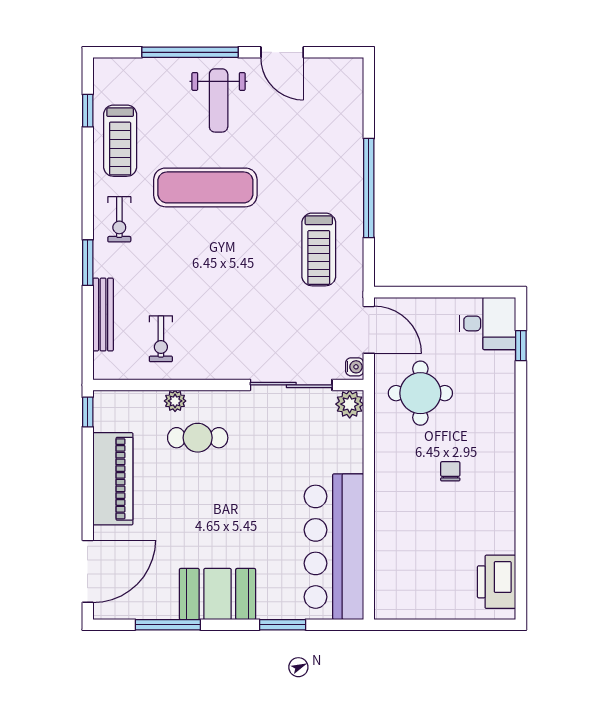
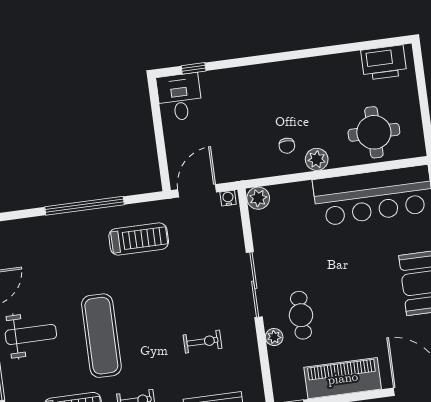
exercise bike: (161, 339) -> (202, 342), moved
sliding door: (291, 385) -> (254, 285), moved
round table: (420, 393) -> (374, 132), moved
chair: (450, 471) -> (287, 146), moved, turned -90
plant: (388, 483) -> (317, 159), added

